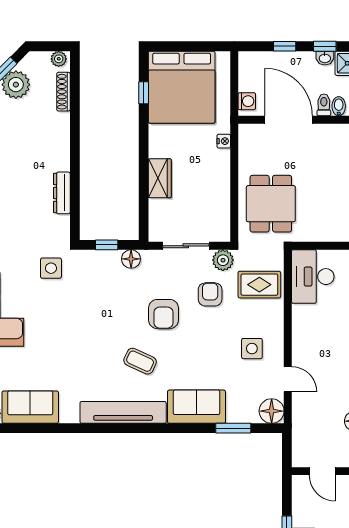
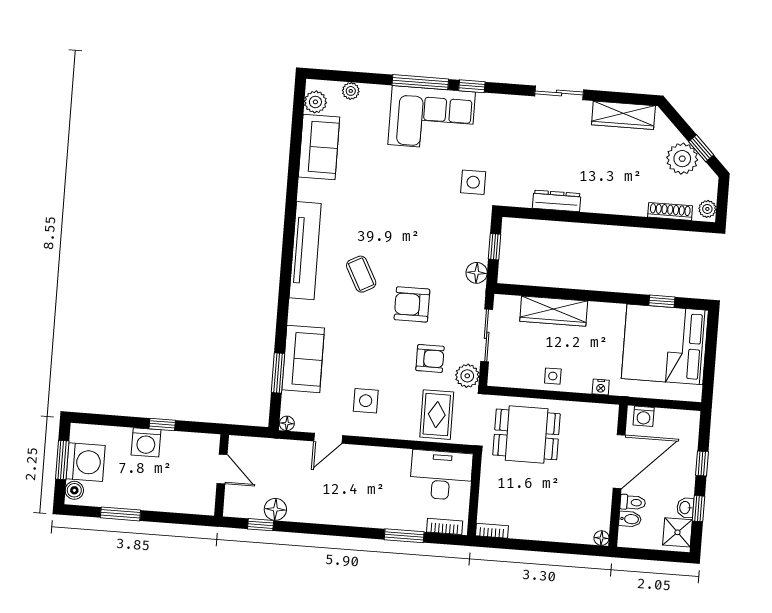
wardrobe: (160, 178) -> (554, 311), width x1.50
side table: (217, 184) -> (553, 376), added
coffee table: (140, 361) -> (361, 274), turned -53
sofa: (196, 407) -> (303, 359), moved
floor lamp: (272, 411) -> (287, 423), width x0.53, depth x0.53
door: (322, 471) -> (222, 469), swing flipped

